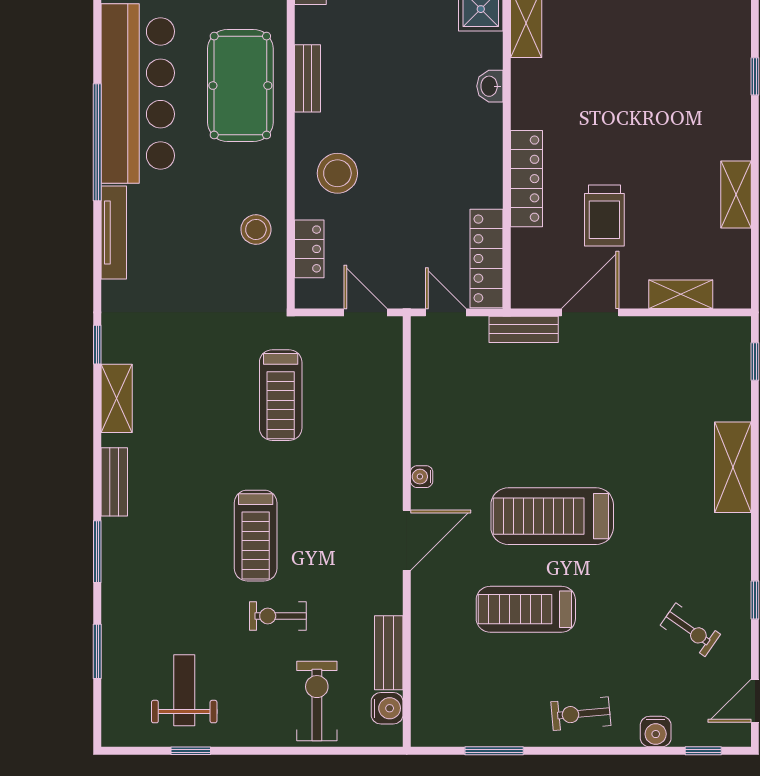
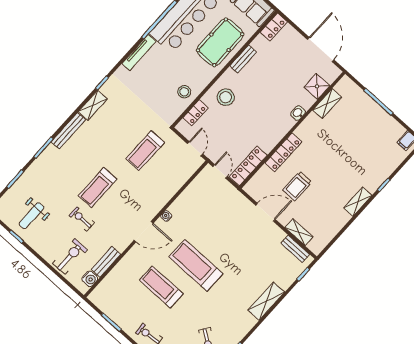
shelving: (736, 194) -> (358, 202), moved
bench: (524, 329) -> (295, 249), moved
bench: (114, 482) -> (68, 131), width x1.36
weight bench: (184, 690) -> (31, 216), turned 180

